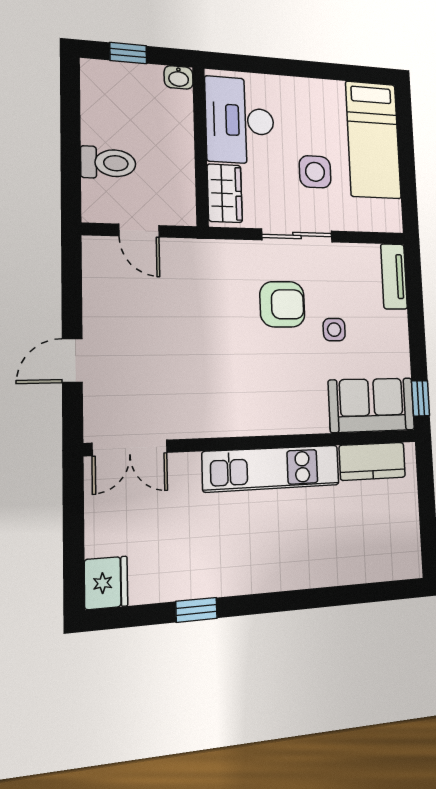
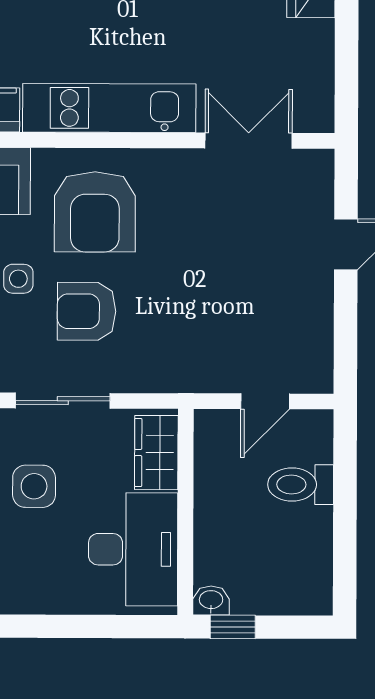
window: (128, 53) -> (233, 627), moved
door: (139, 231) -> (265, 401), swing flipped
armchair: (279, 383) -> (95, 212), added
double door: (130, 448) -> (249, 141), moved

